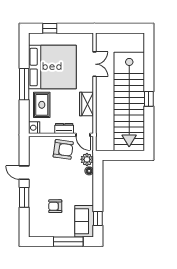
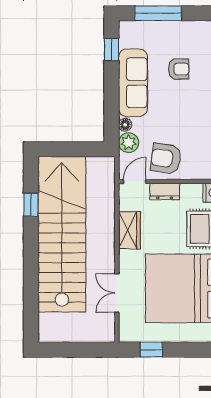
window: (50, 28) -> (151, 350), moved
window: (149, 99) -> (31, 205), moved
door: (83, 135) -> (135, 181), hinge flipped
sofa: (84, 221) -> (133, 83), moved, width x1.36

